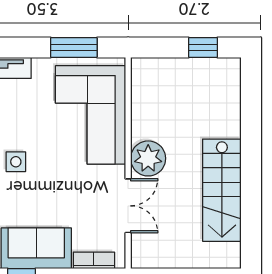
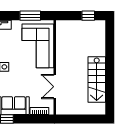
plant: (148, 158) -> (64, 65), removed
double door: (128, 206) -> (55, 87), swing flipped

